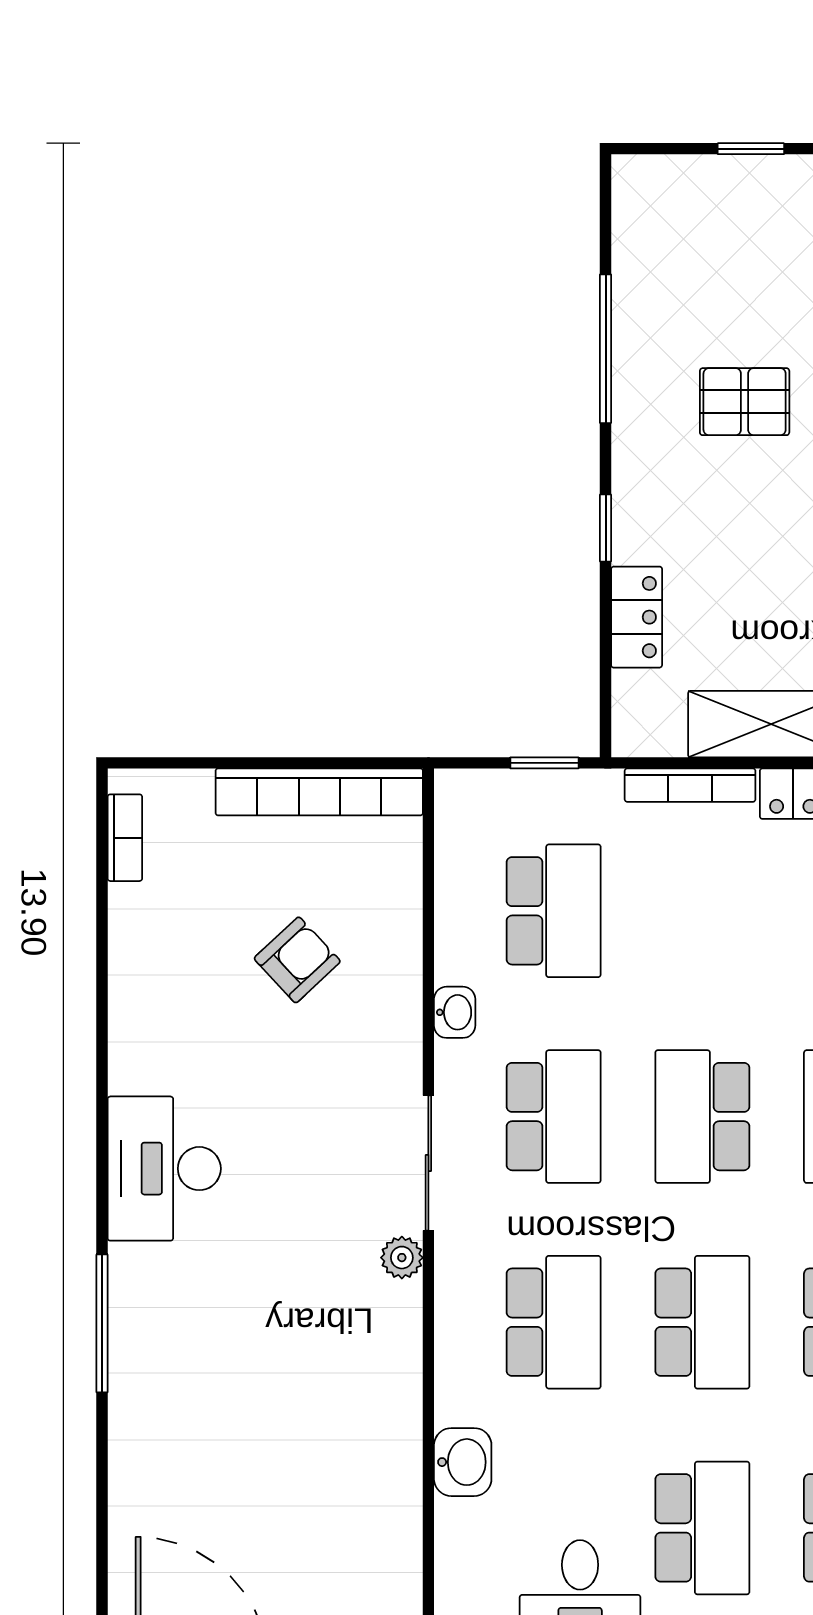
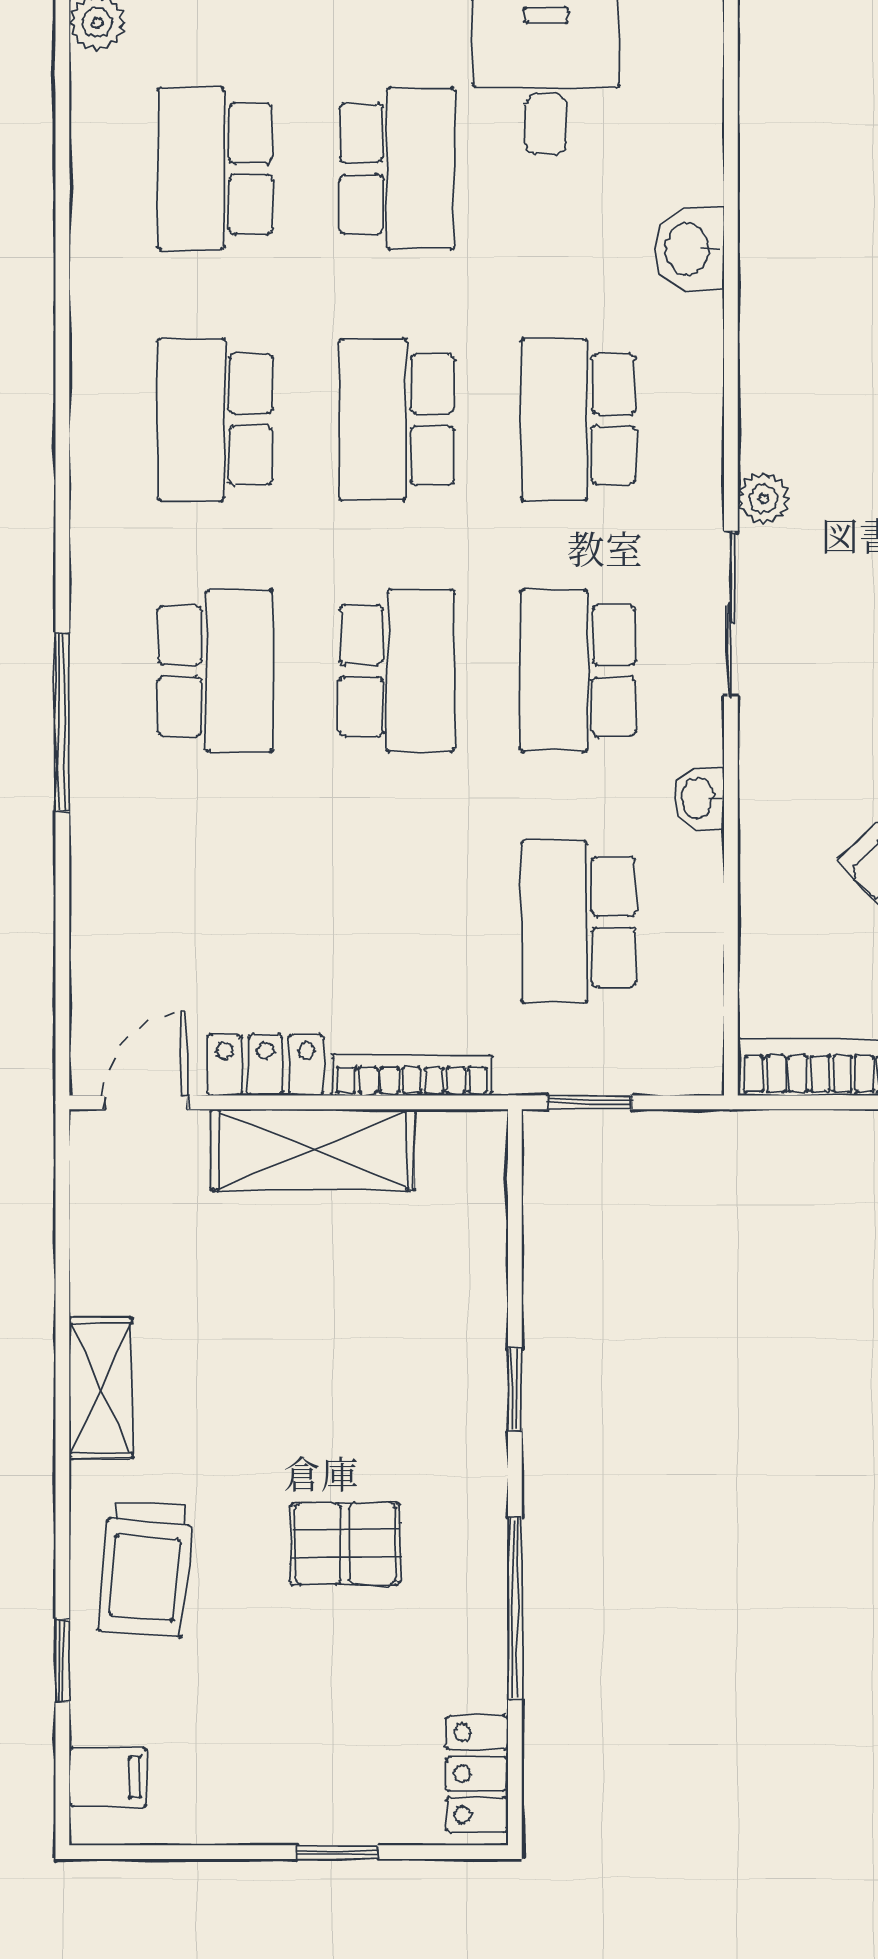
locker: (637, 617) -> (477, 1774), moved
school desk: (702, 1528) -> (397, 169), turned 180

